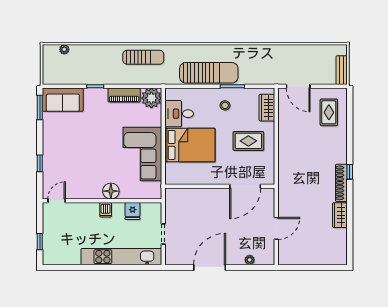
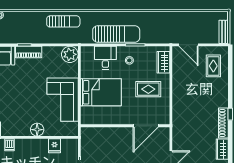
piano: (124, 95) -> (29, 52), moved
desk: (179, 114) -> (105, 58), moved, turned 90
dishwasher: (106, 210) -> (9, 145), moved

